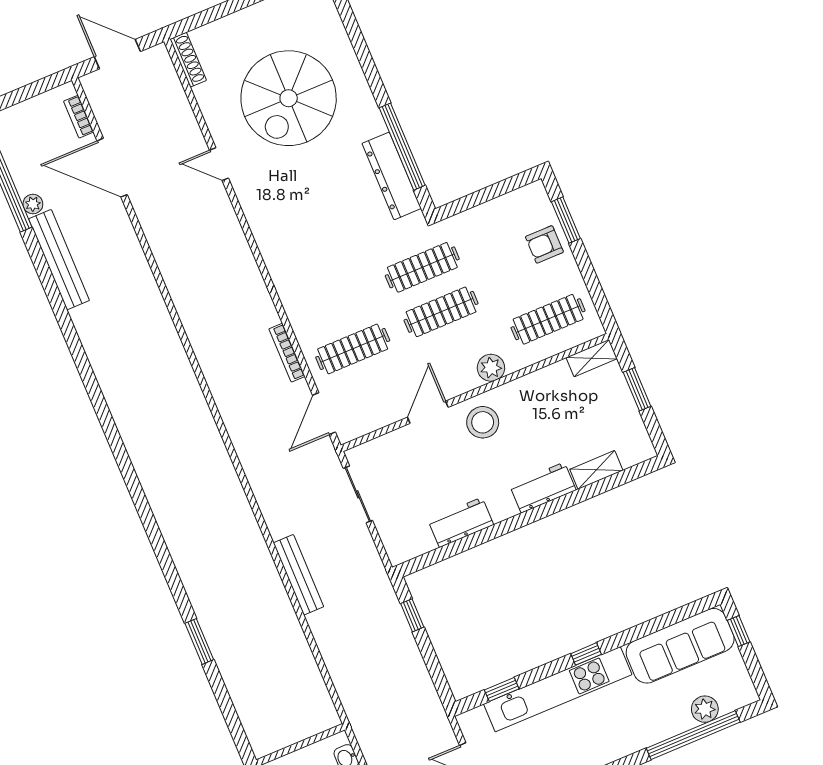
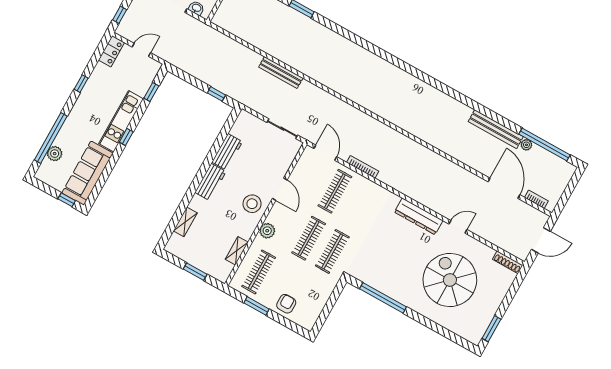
door: (112, 168) -> (504, 188), hinge flipped
dresser: (392, 176) -> (419, 216), moved, turned 180
window: (566, 220) -> (256, 306), moved
shelving: (592, 358) -> (237, 251), moved
workbench: (543, 488) -> (210, 182), moved
kitchen unit: (558, 689) -> (121, 121), width x0.73

